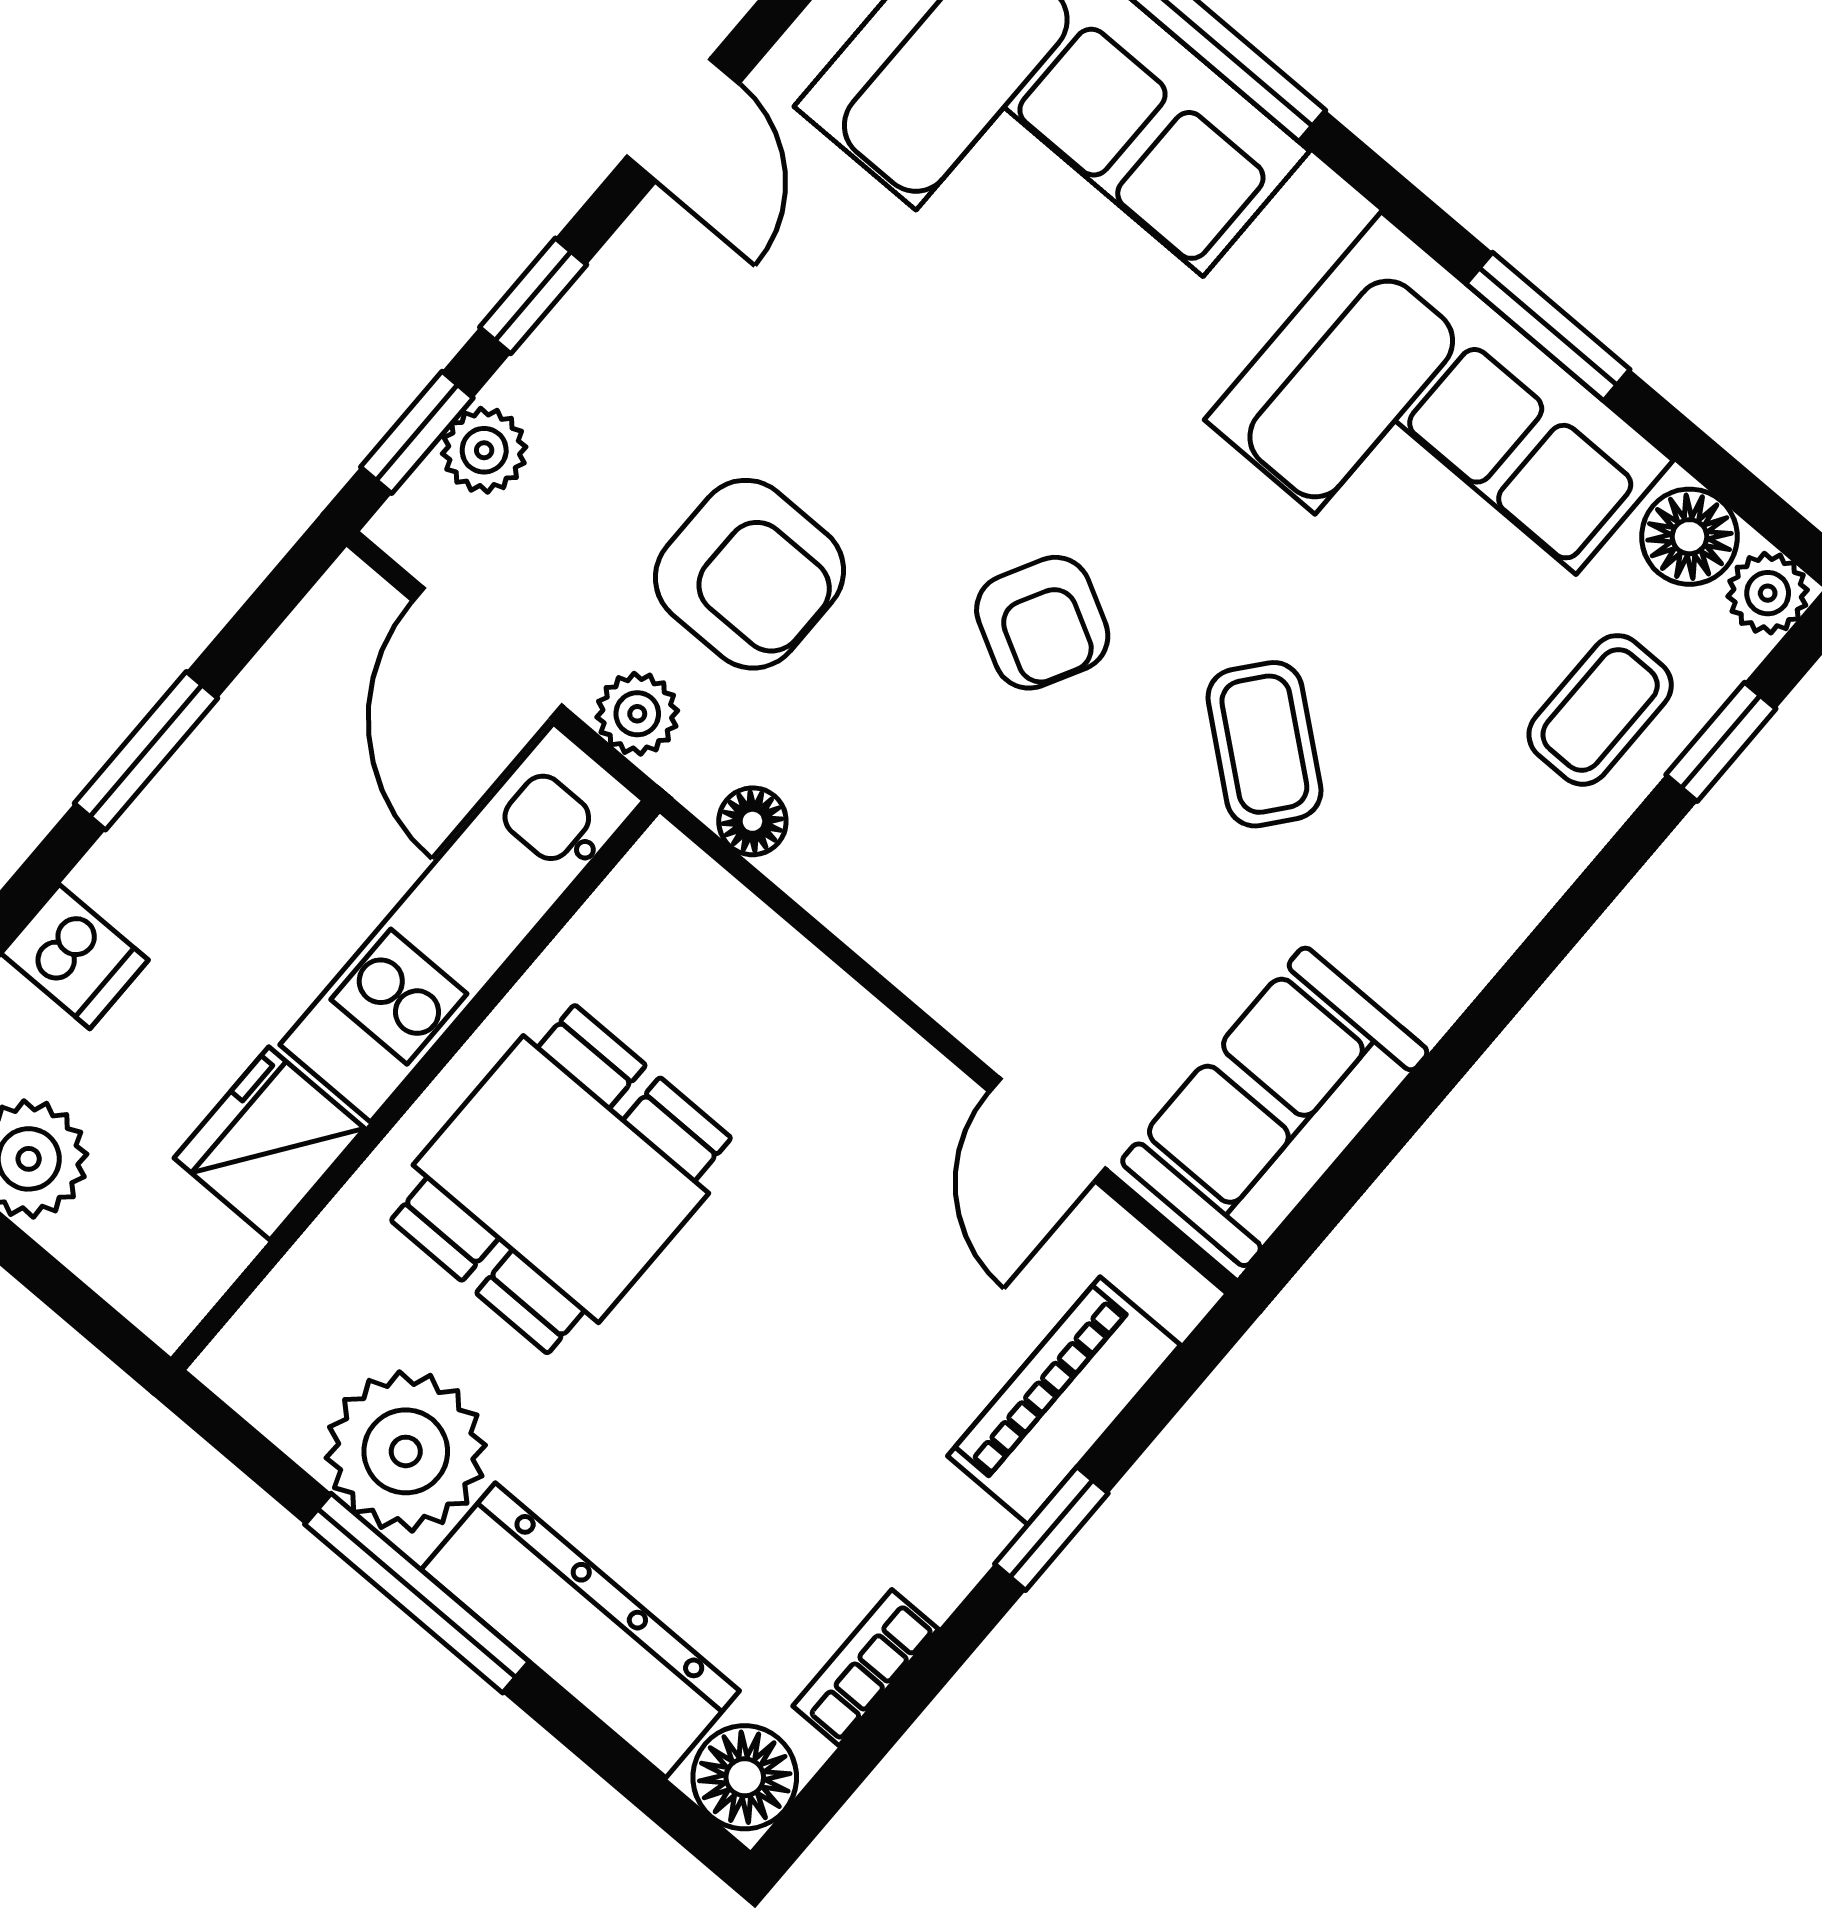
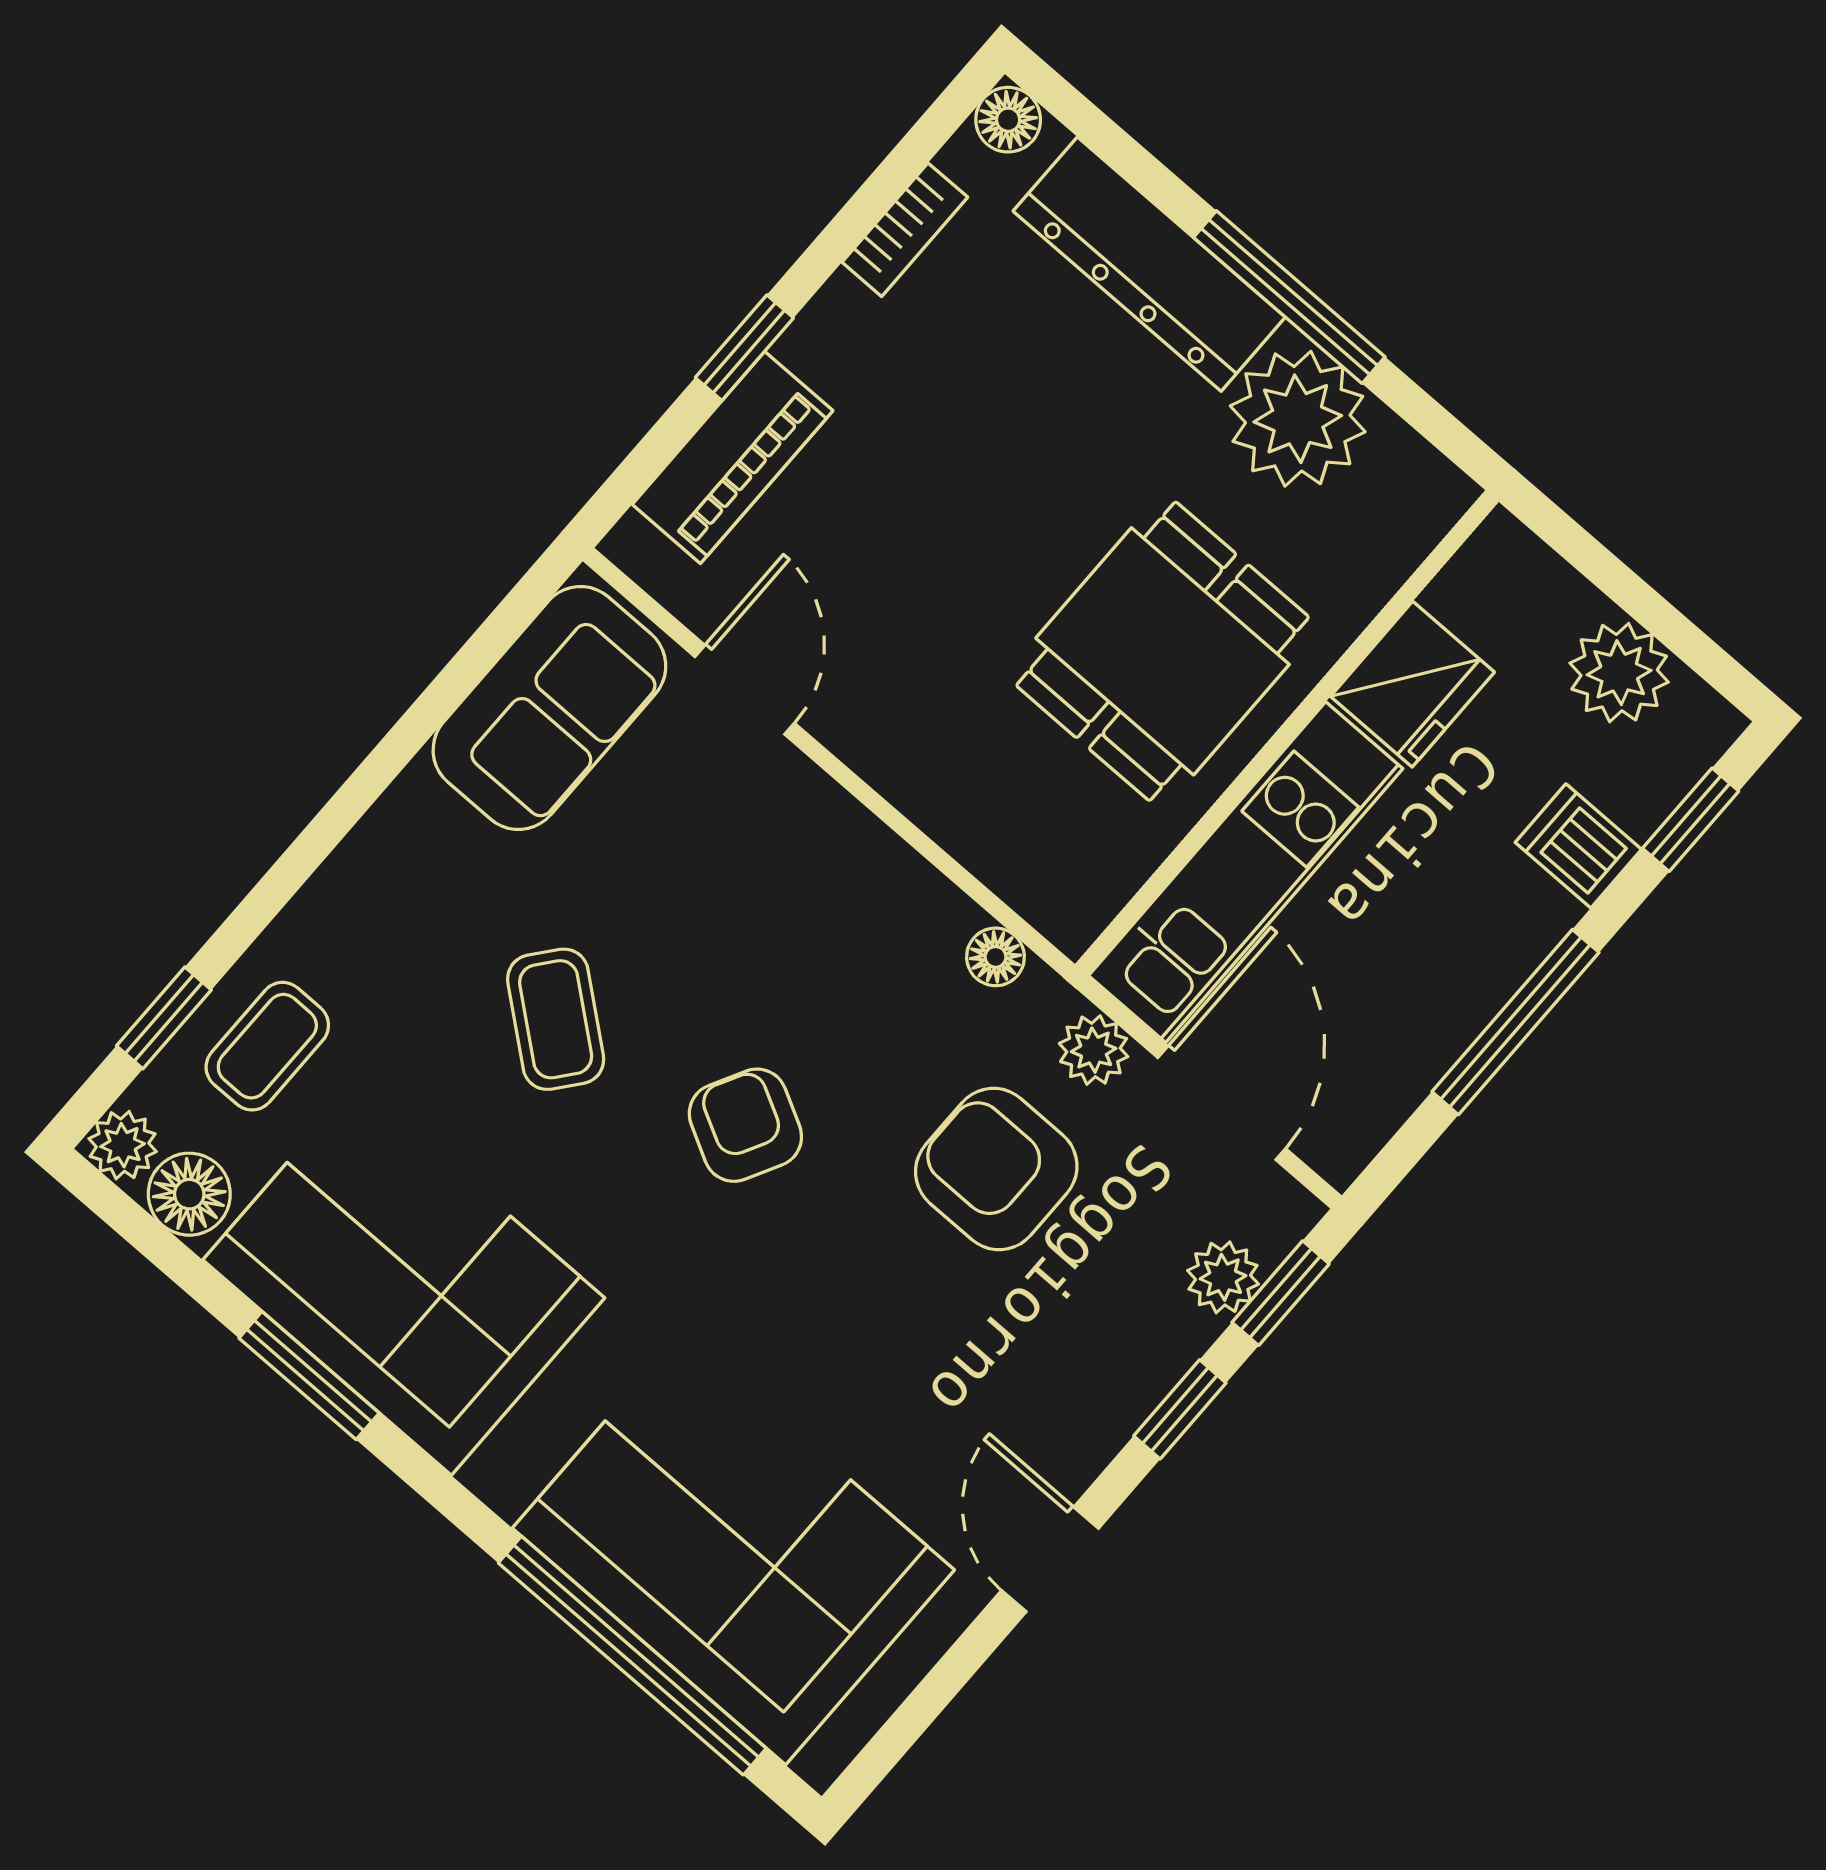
window: (146, 751) -> (1515, 1022), width x1.44
floor lamp: (745, 1777) -> (1008, 120), width x0.73, depth x0.73

